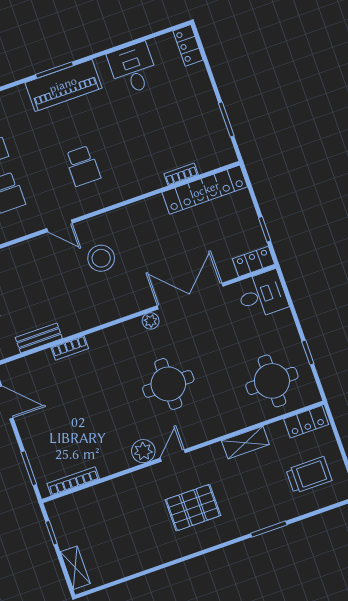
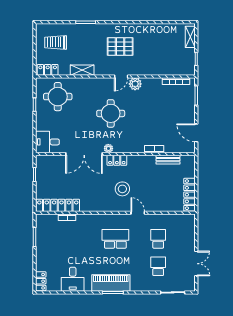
school desk: (83, 166) -> (115, 239), width x1.85
locker: (254, 261) -> (117, 160), moved

